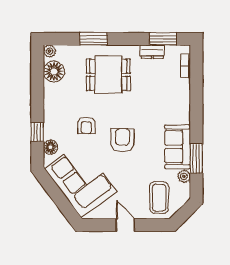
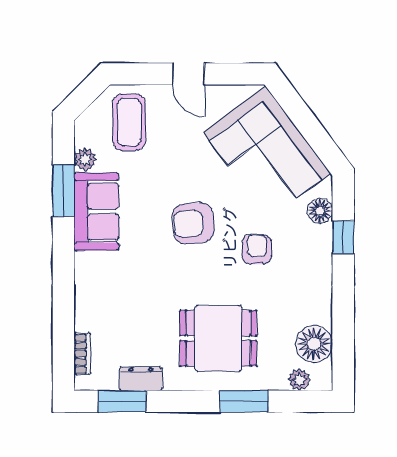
plant: (50, 51) -> (299, 380), moved
armchair: (123, 140) -> (193, 223), turned 86

